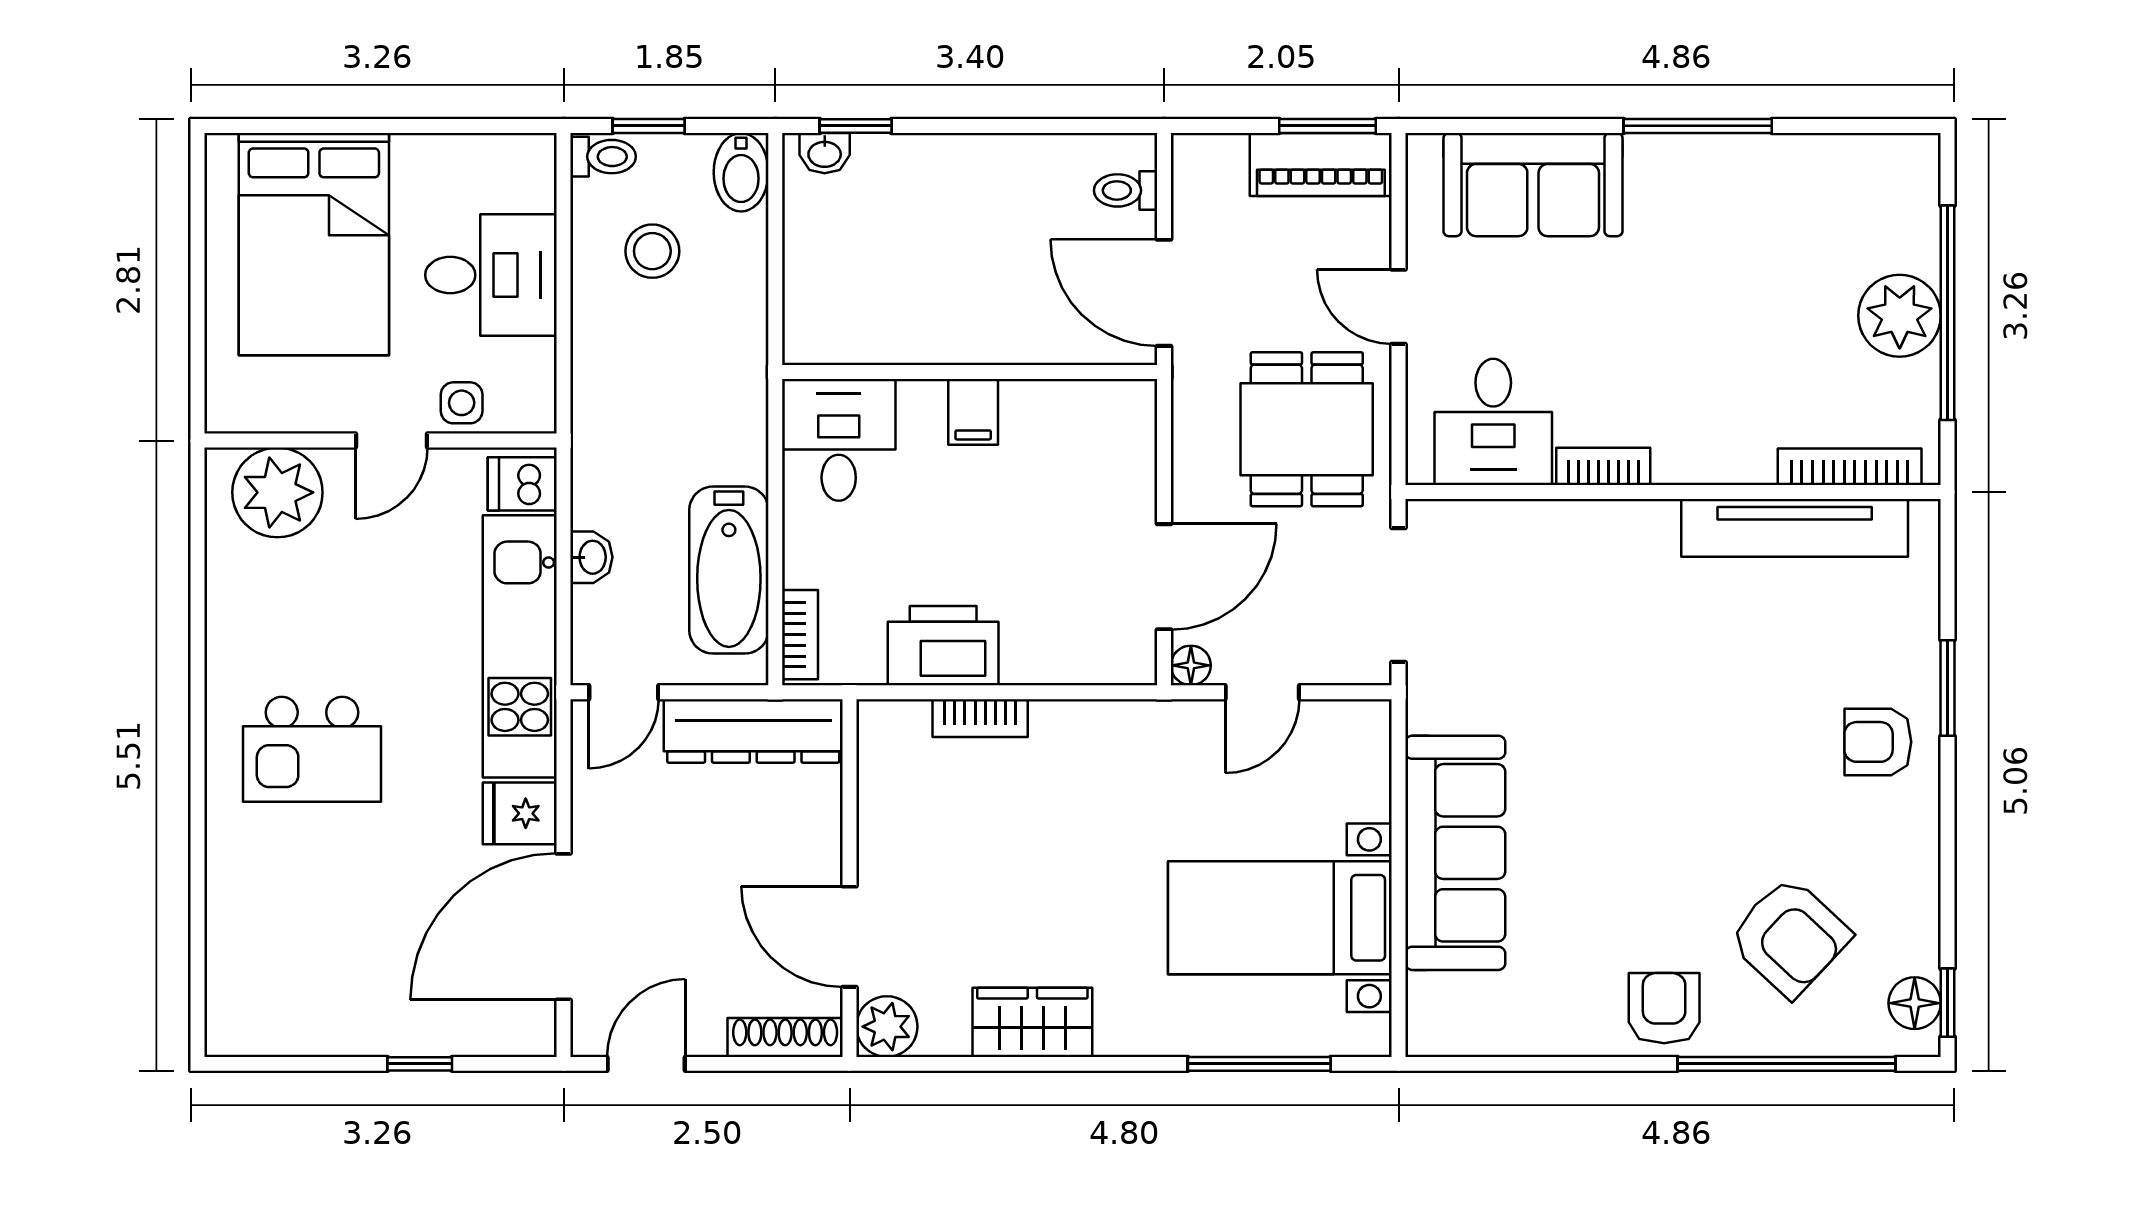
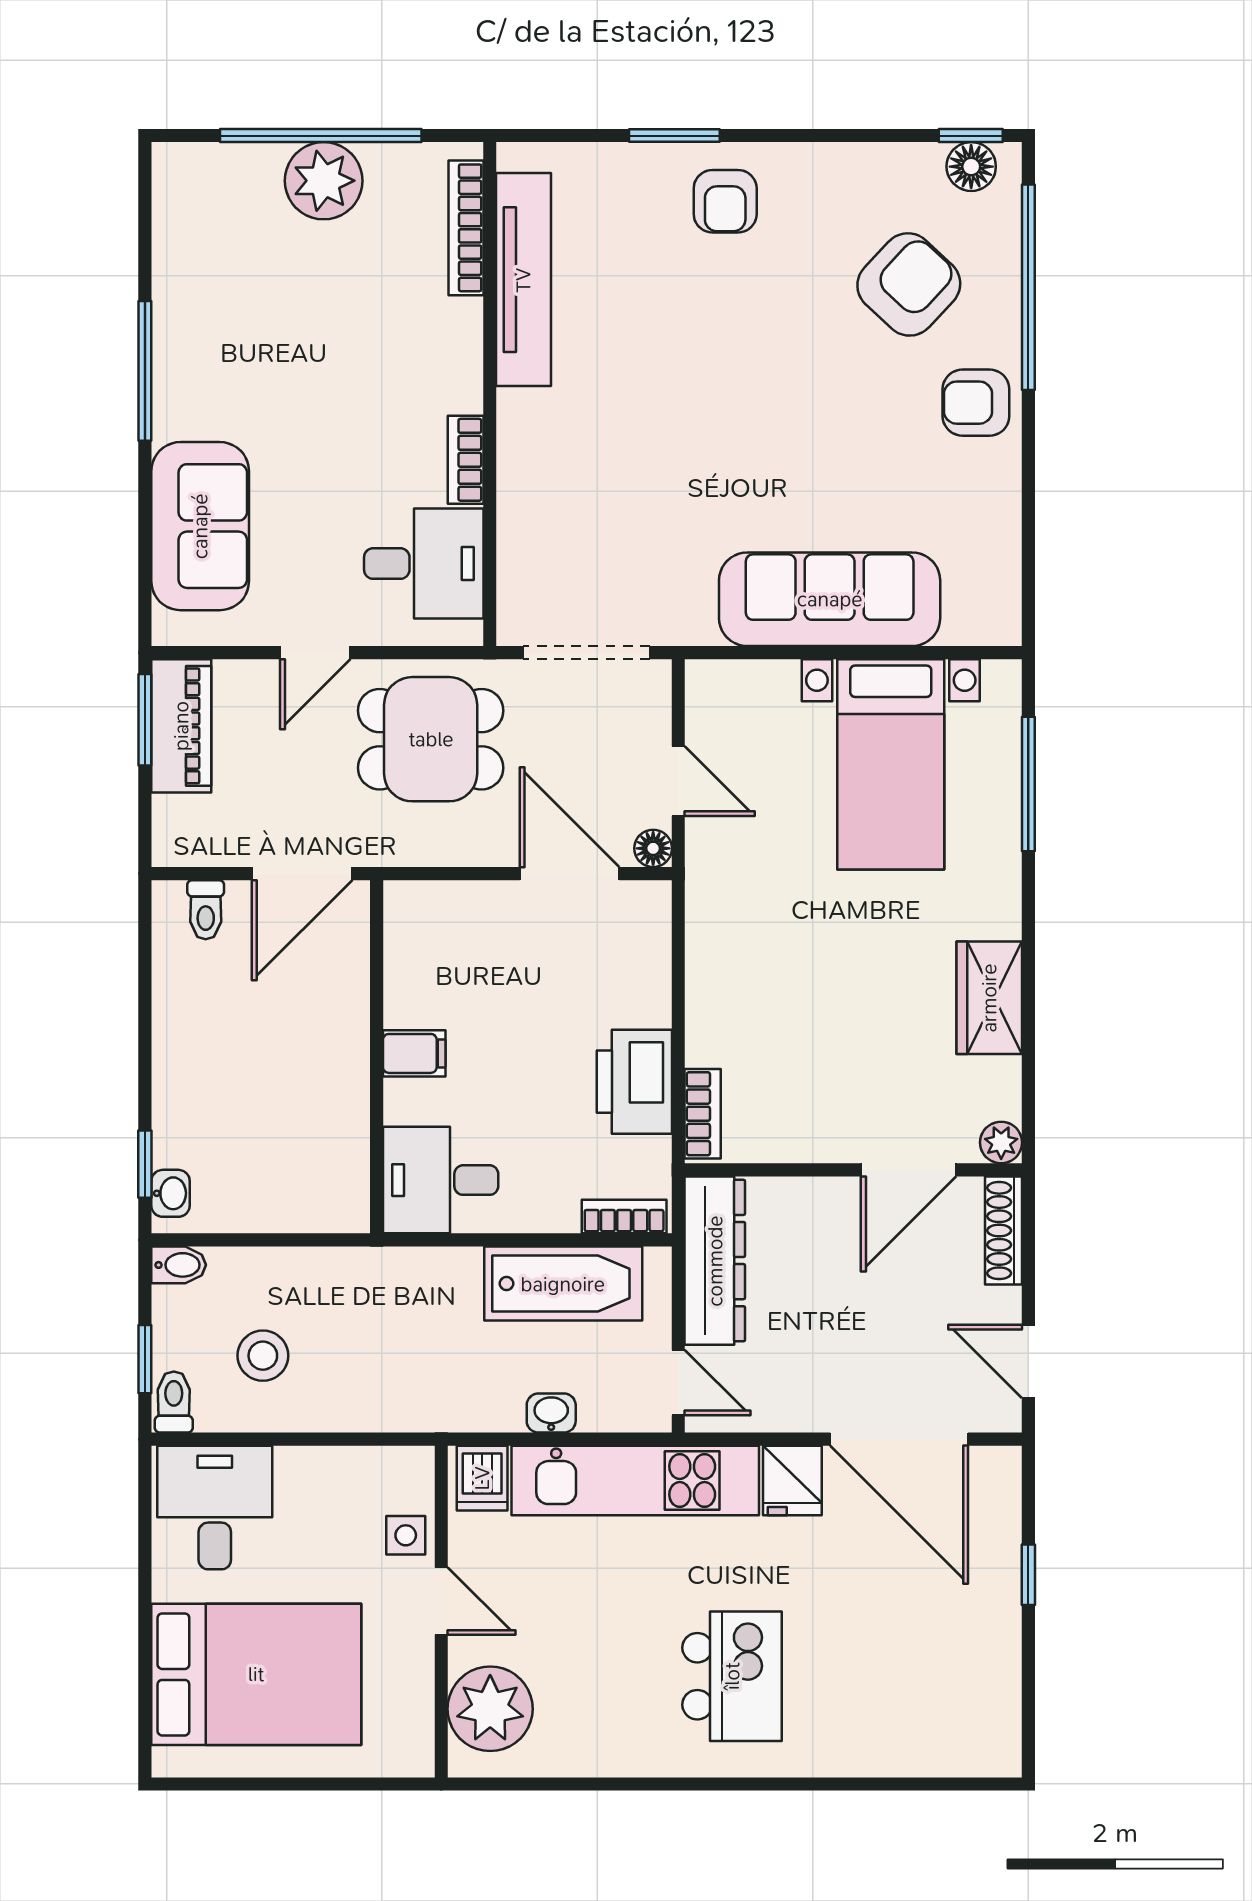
bidet: (741, 172) -> (179, 1265), width x0.72, depth x0.74
desk: (491, 275) -> (215, 1508), moved
bookcase: (980, 718) -> (703, 1114), moved
plant: (887, 1027) -> (1001, 1142), width x0.73, depth x0.73

